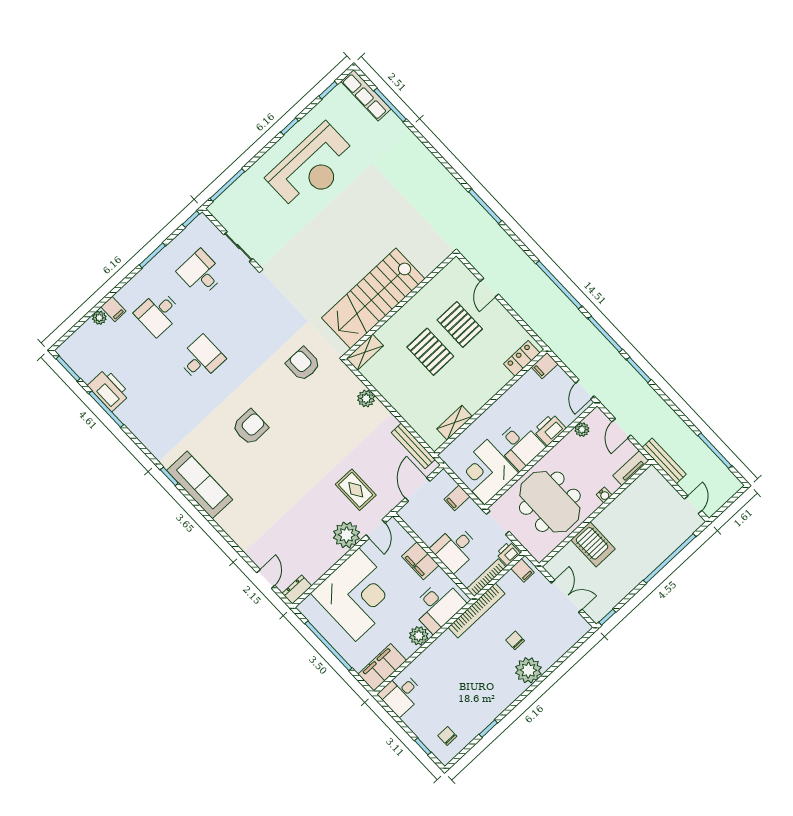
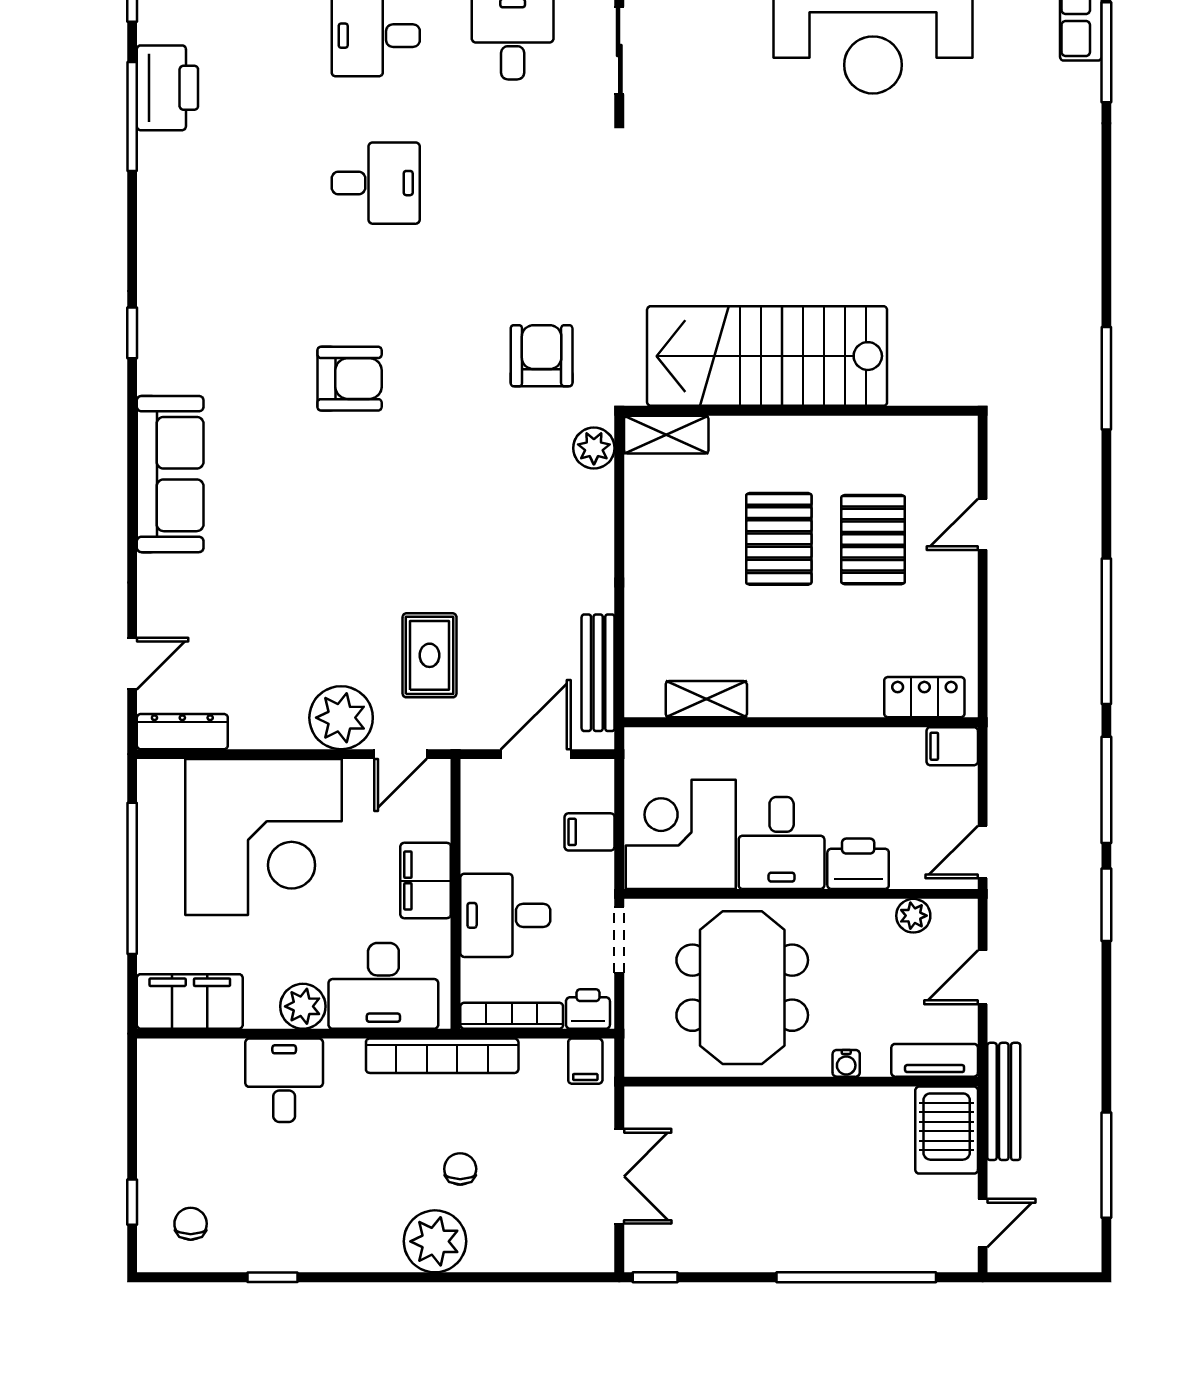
plant: (366, 398) -> (594, 448), moved
sofa: (200, 485) -> (170, 474), moved
server rack: (593, 544) -> (947, 1130), moved
dresser: (297, 590) -> (182, 732), width x1.44
desk: (401, 694) -> (284, 1080), moved, turned 90

